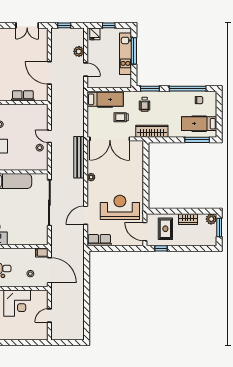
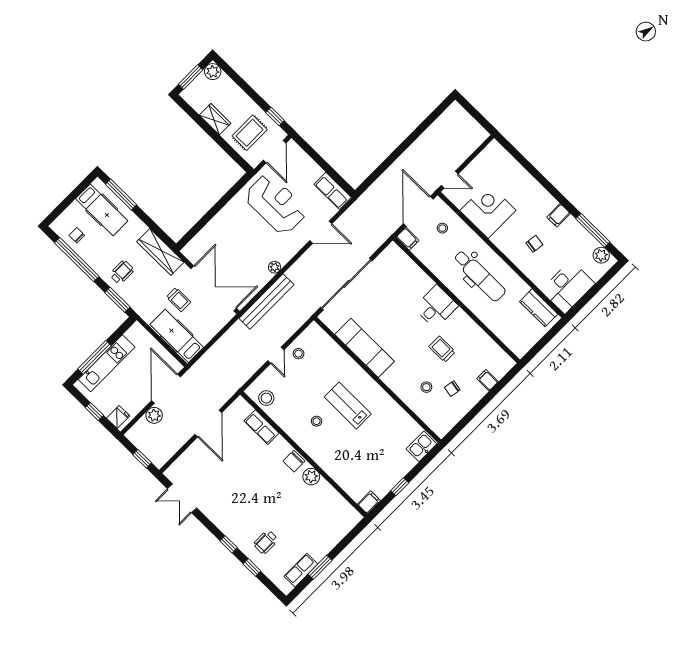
double door: (27, 25) -> (182, 498), swing flipped
door: (86, 69) -> (166, 389), width x1.88
wheelchair: (145, 104) -> (122, 272), moved
stool: (34, 112) -> (266, 398), added
reception desk: (120, 207) -> (276, 204), turned 180
plant: (211, 219) -> (213, 72), moved
door: (49, 315) -> (450, 180), moved

